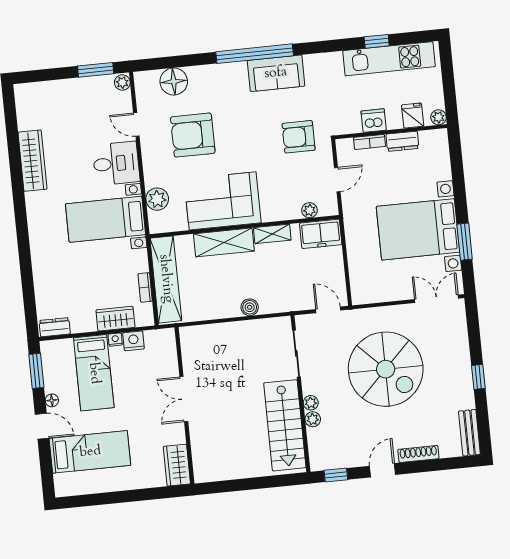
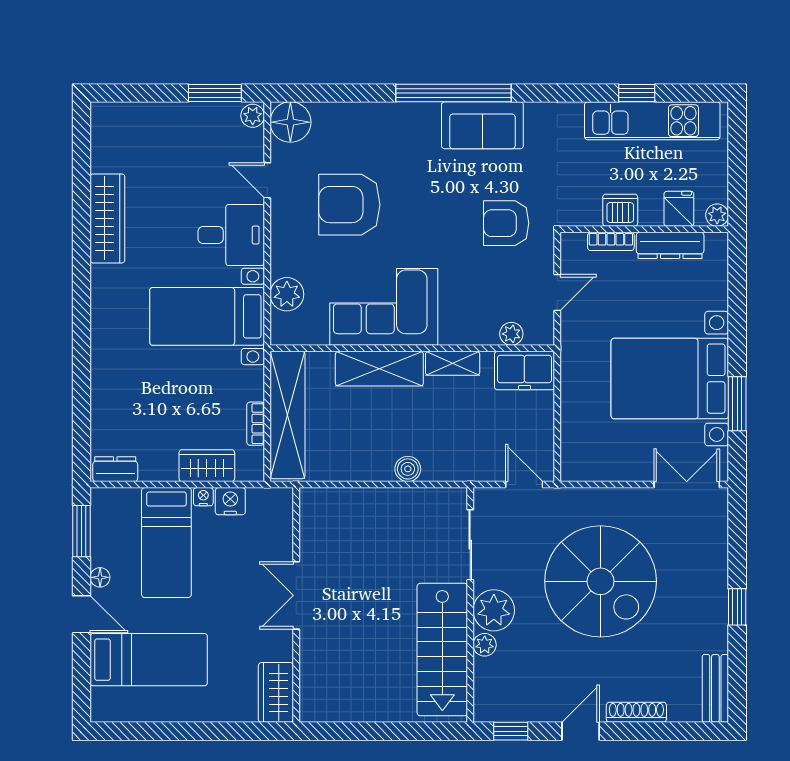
floor lamp: (174, 81) -> (290, 122), moved
dresser: (402, 141) -> (670, 245), width x1.44
plant: (311, 403) -> (494, 610), width x1.87, depth x1.87

